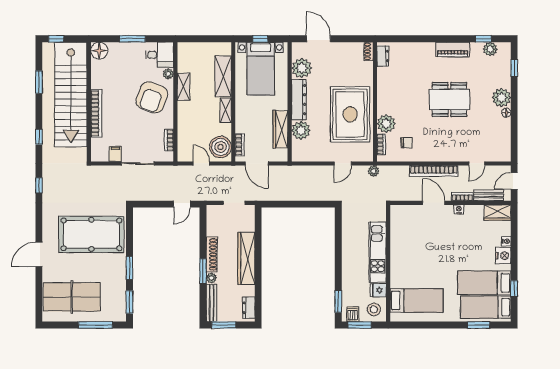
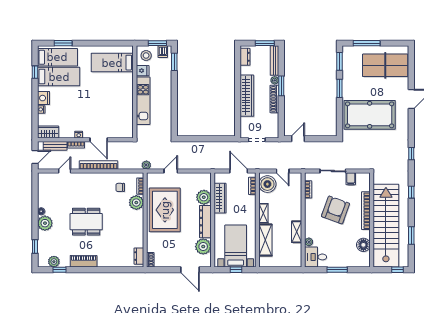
floor lamp: (99, 51) -> (363, 245), moved
armchair: (152, 97) -> (335, 210), moved

